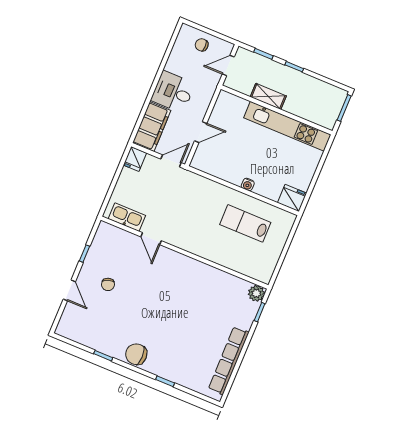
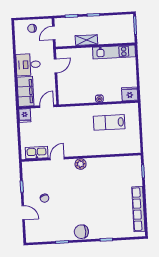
kitchen unit: (287, 126) -> (114, 52), width x0.73
door: (201, 132) -> (56, 66), moved
door: (151, 239) -> (57, 159), swing flipped
plant: (256, 293) -> (81, 164), moved

